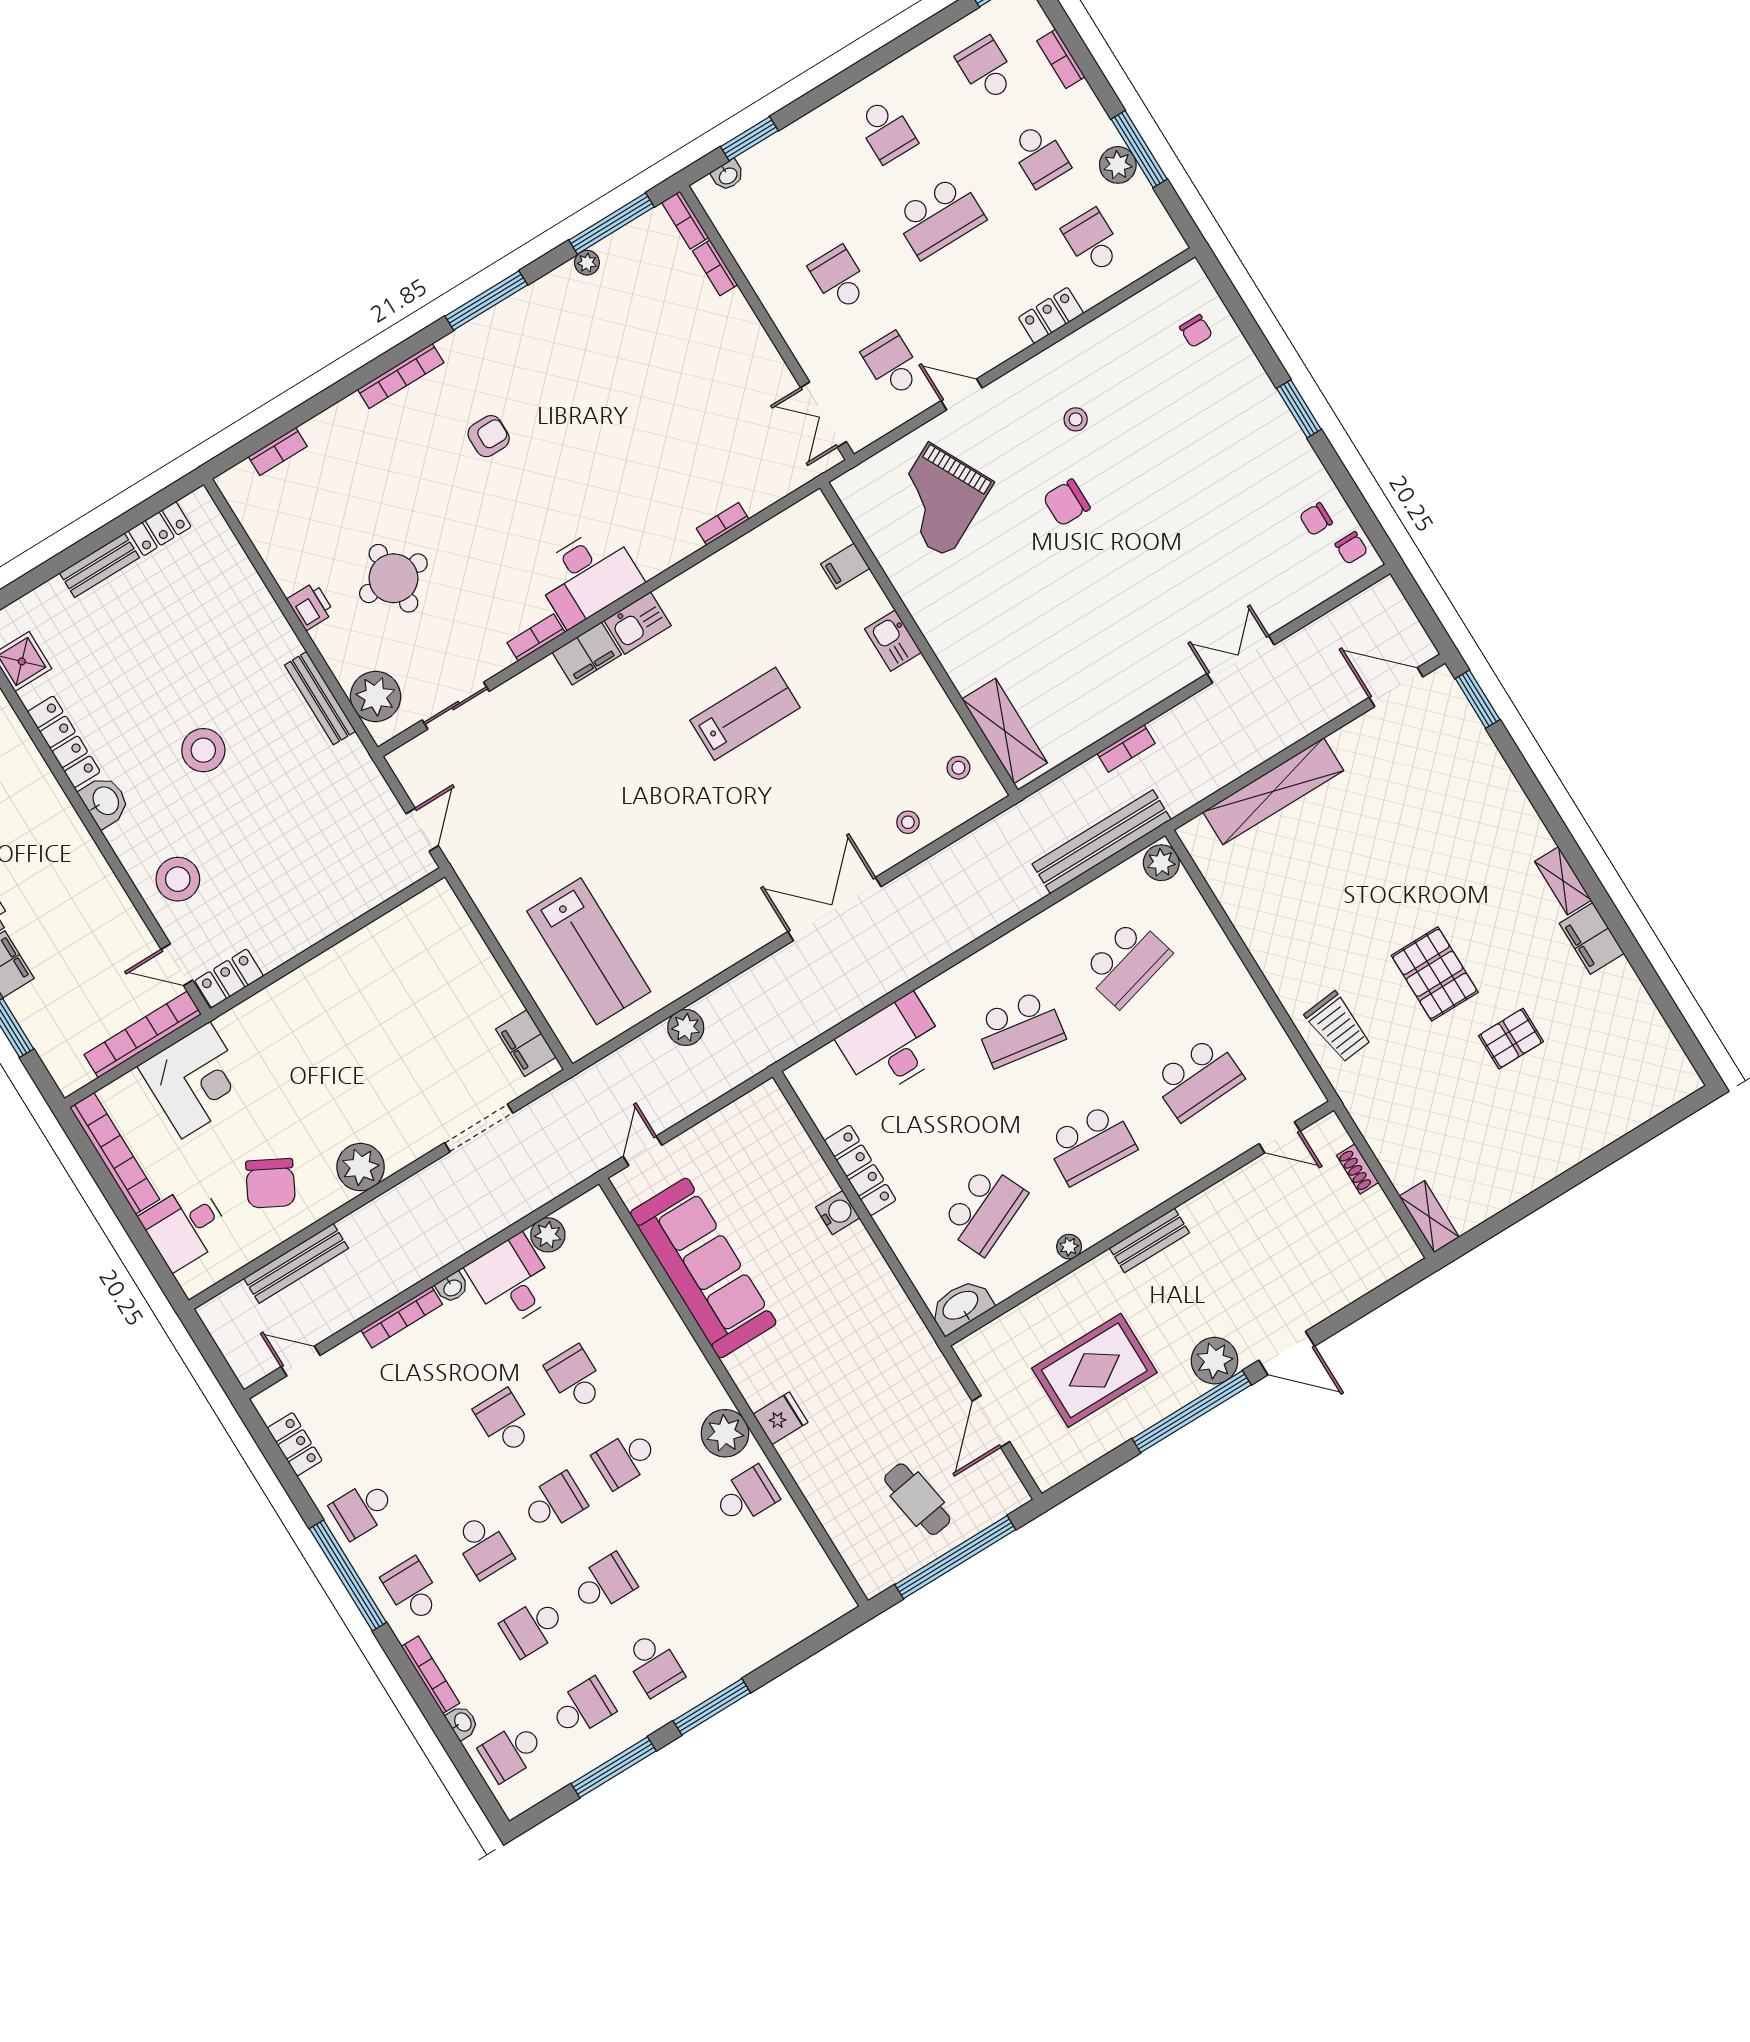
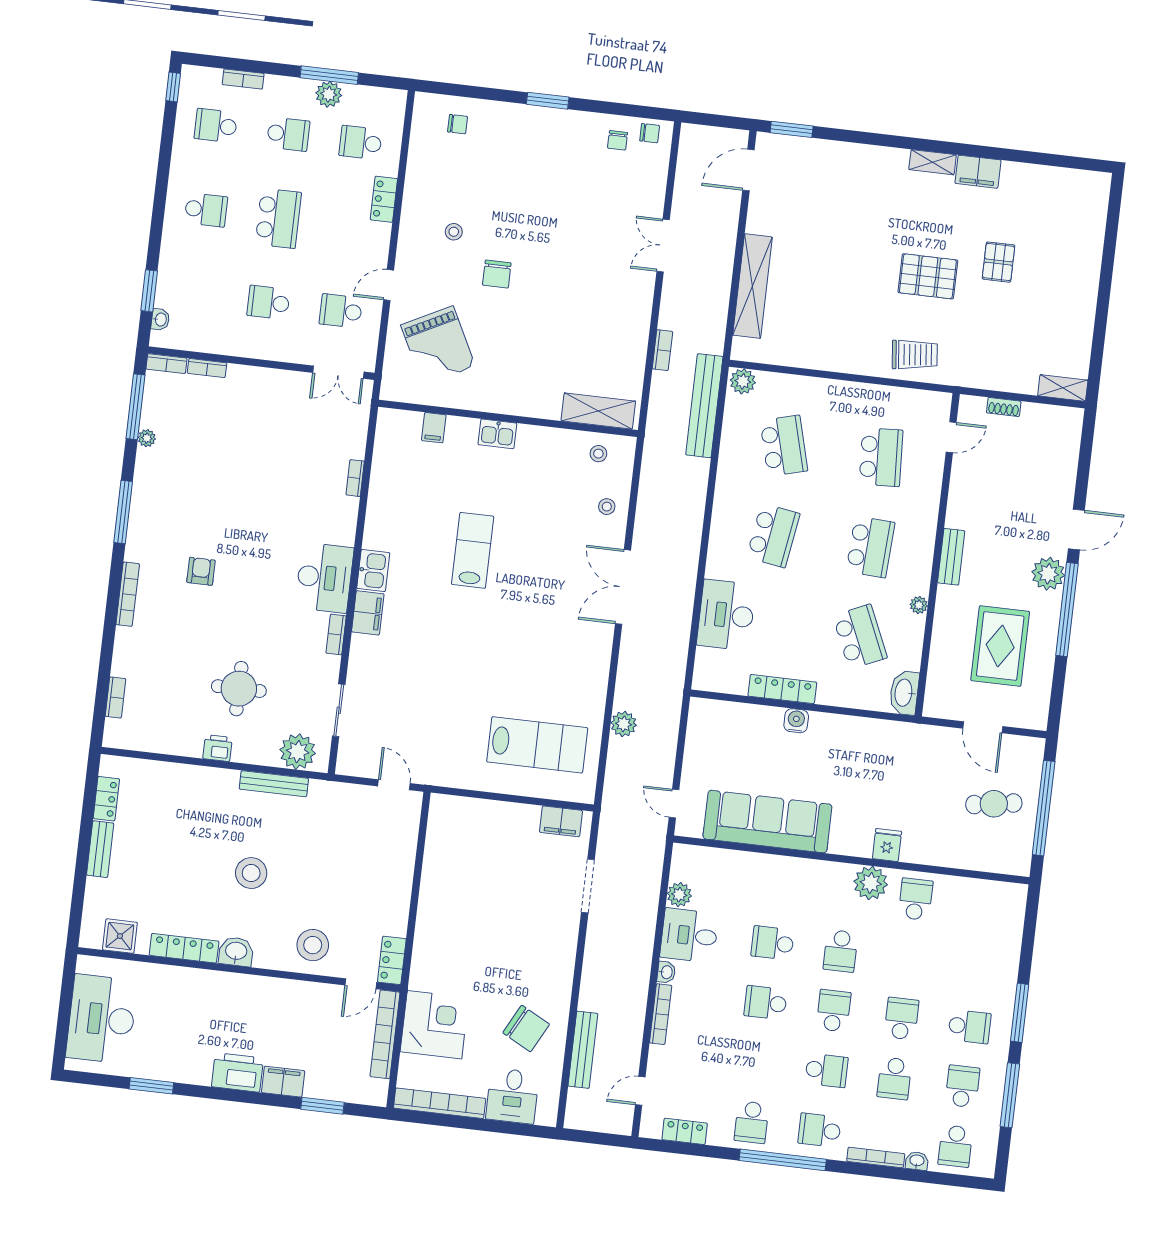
plant: (361, 1167) -> (557, 970), removed

